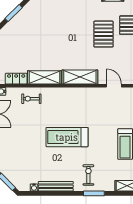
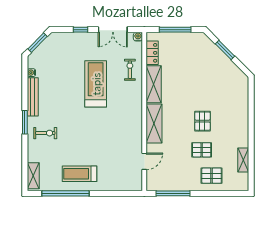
pallet: (78, 33) -> (202, 121), added
pallet: (104, 34) -> (202, 150), width x0.67, depth x0.71
treadmill: (67, 137) -> (96, 84), moved
window: (94, 193) -> (25, 122), moved

